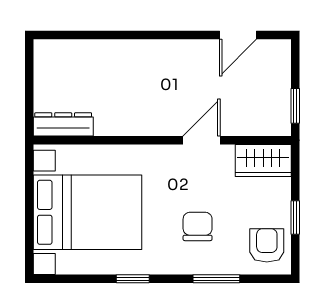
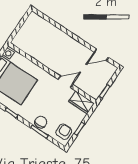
dresser: (63, 124) -> (23, 46), removed
chair: (198, 226) -> (41, 122), moved

